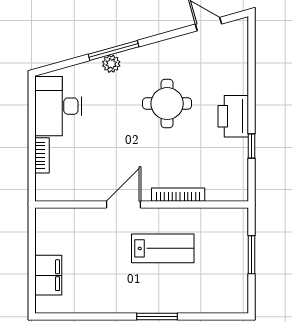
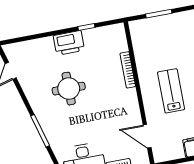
plant: (111, 64) -> (49, 131), removed
door: (124, 204) -> (147, 136), moved
lab bench: (163, 248) -> (171, 91), moved

